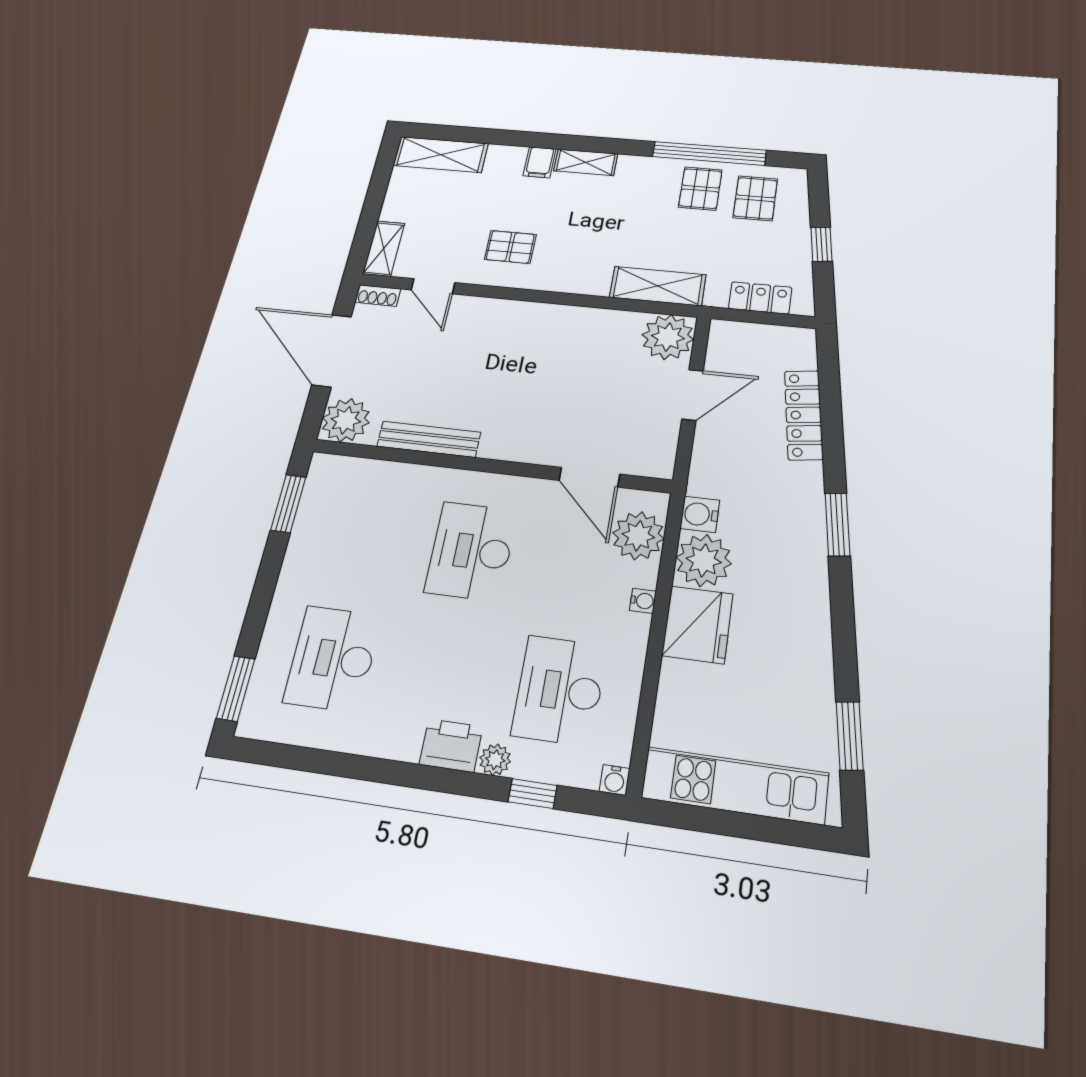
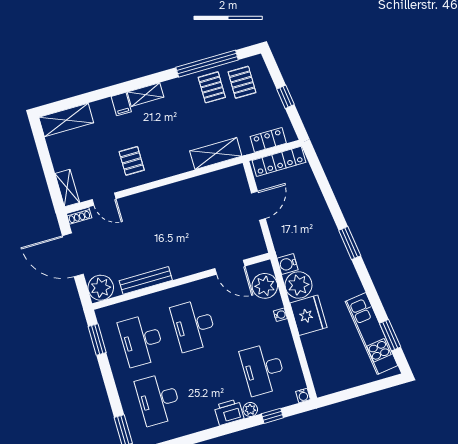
pallet: (510, 247) -> (132, 161), turned 90
plant: (668, 337) -> (233, 180), removed
locker: (804, 415) -> (279, 161), moved, turned -82
desk: (363, 538) -> (141, 340), added
kitchen unit: (735, 785) -> (372, 334), moved, turned -98

